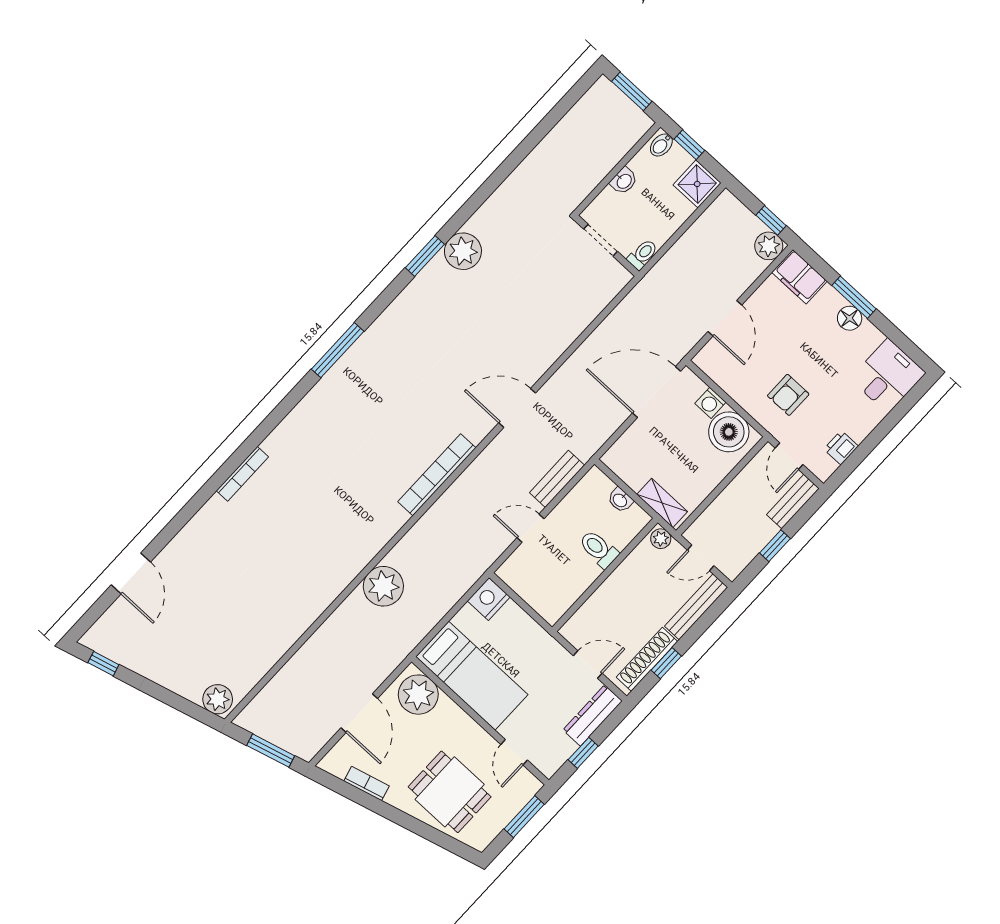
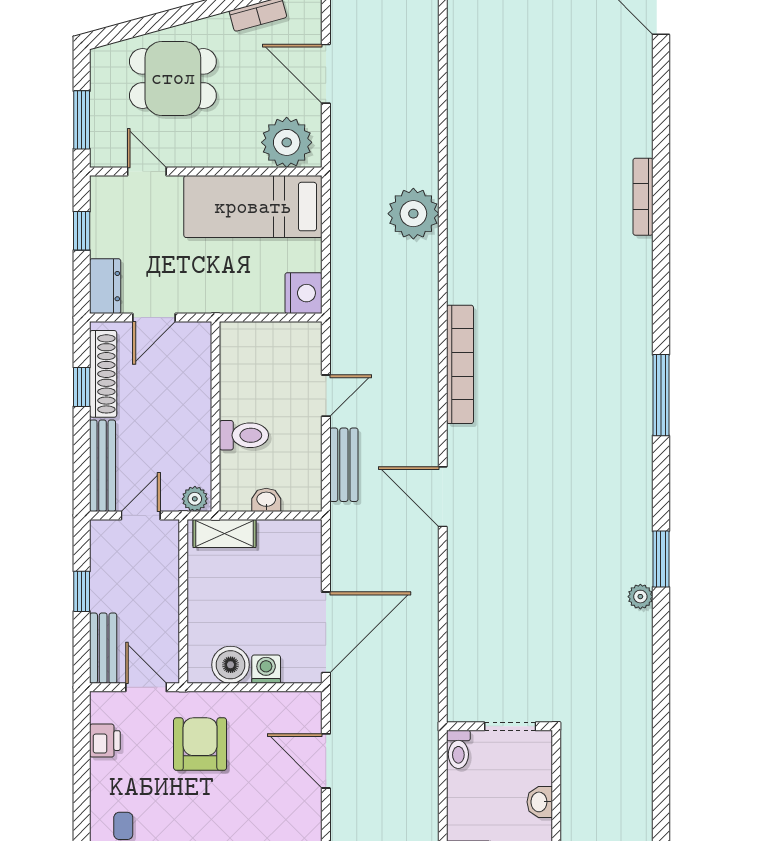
plant: (463, 251) -> (640, 597), width x0.53, depth x0.53
armchair: (788, 395) -> (200, 744), width x1.38, depth x1.38
door: (517, 408) -> (443, 497), swing flipped
boiler: (729, 432) -> (231, 665), width x0.73, depth x0.73
dresser: (593, 715) -> (105, 286), width x0.70

